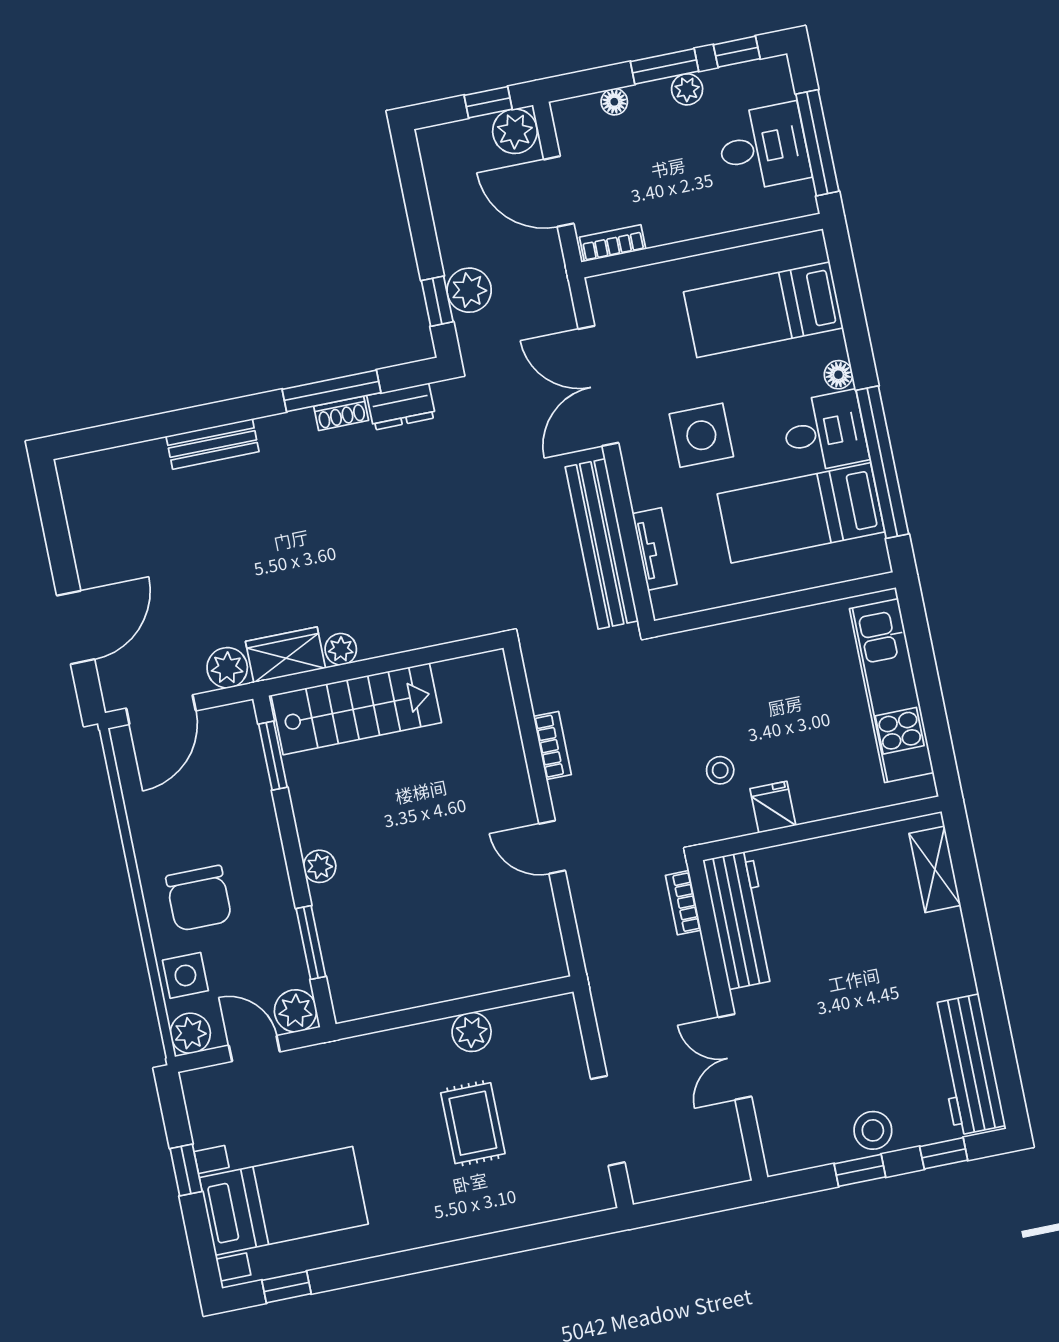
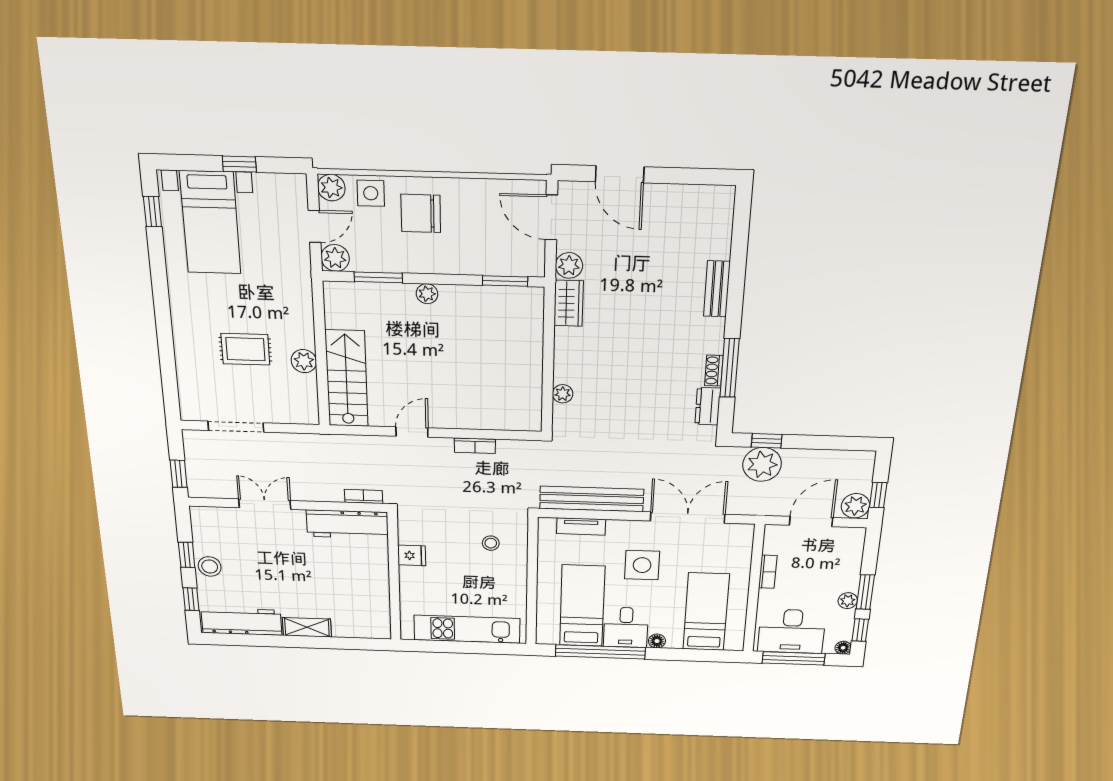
floor lamp: (614, 102) -> (843, 648), moved
desk: (763, 147) -> (792, 631), width x1.37
bookcase: (613, 243) -> (768, 572), moved
plant: (469, 290) -> (762, 464), width x1.36, depth x1.36
plant: (341, 649) -> (563, 394), moved
stairs: (356, 709) -> (347, 379), moved, turned 180
stool: (720, 770) -> (491, 543), moved
shelving: (935, 869) -> (307, 627), moved
window: (713, 1200) -> (179, 474), added

